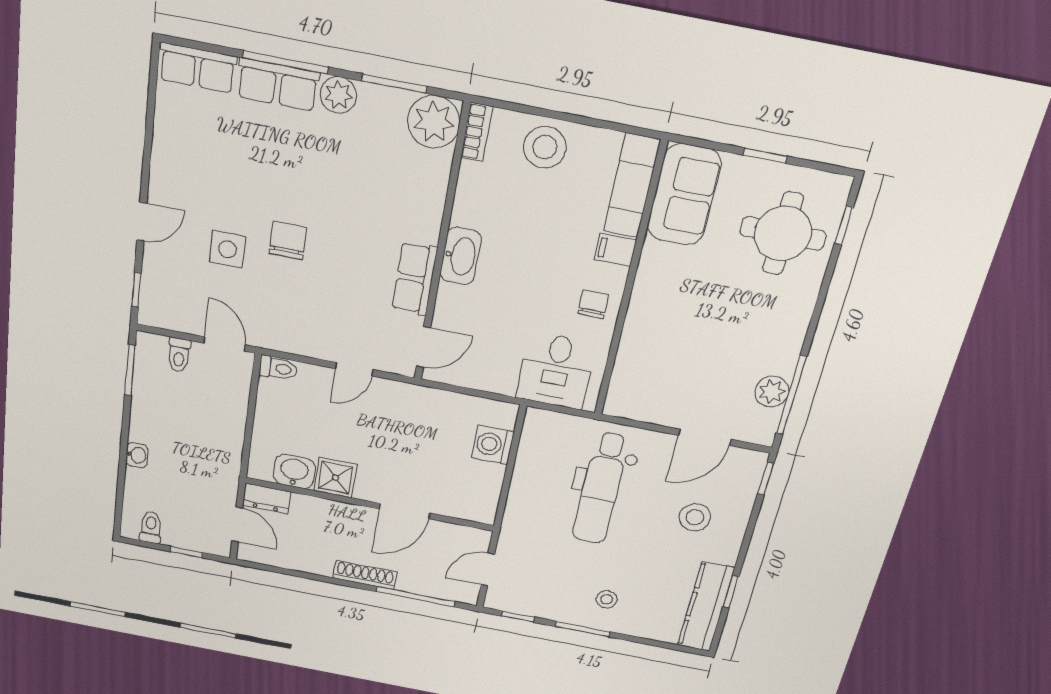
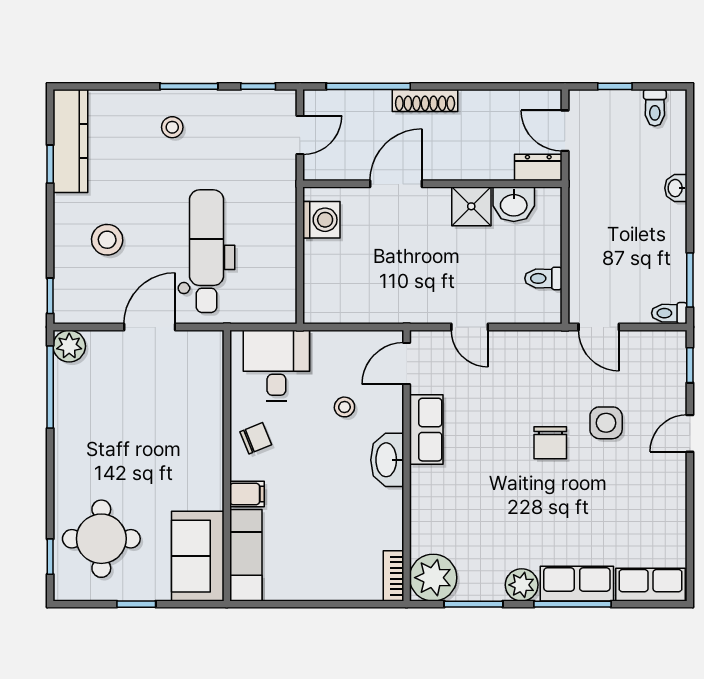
stool: (545, 147) -> (344, 407), moved, width x0.53, depth x0.53
chair: (593, 304) -> (256, 438), turned -112
toilet: (179, 355) -> (669, 313), moved, turned -90
toilet: (278, 368) -> (543, 278), moved
door: (354, 369) -> (470, 327), swing flipped
plant: (772, 392) -> (69, 346), moved
door: (705, 437) -> (150, 327), moved
washing machine: (493, 445) -> (321, 220), moved

